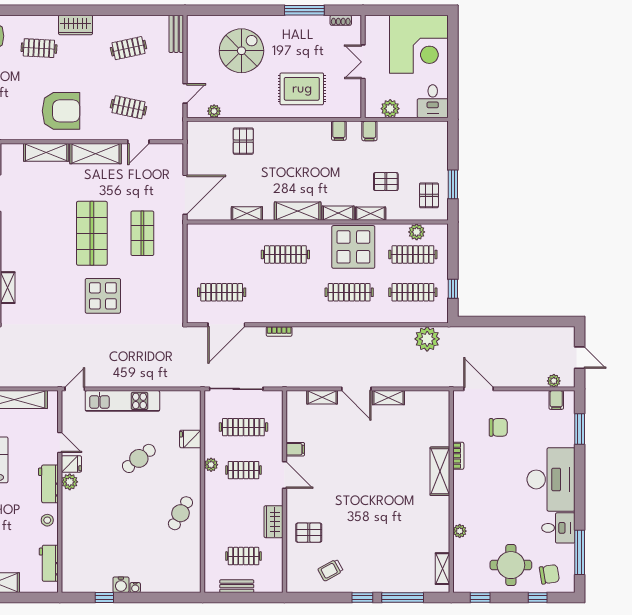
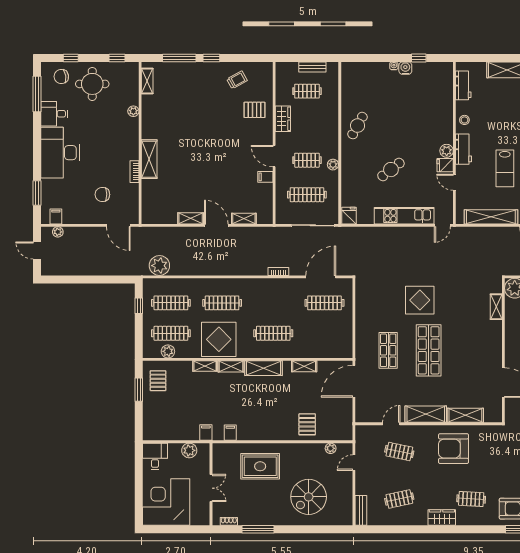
pallet: (386, 182) -> (193, 392), removed
fridge: (190, 439) -> (349, 216), moved, turned -90

